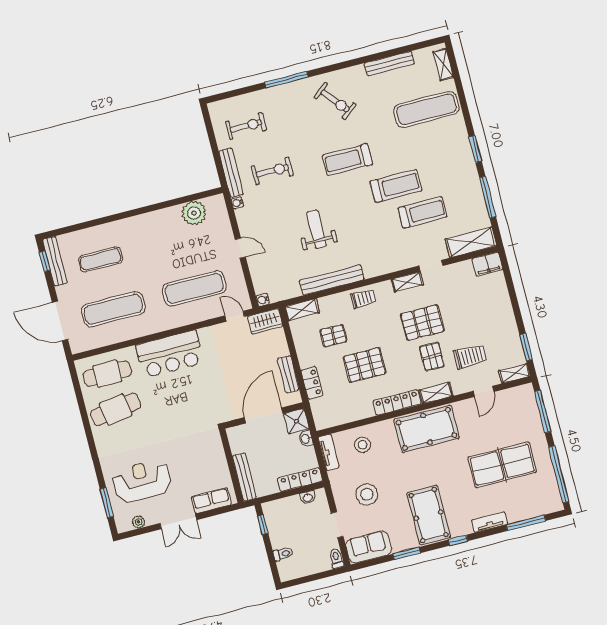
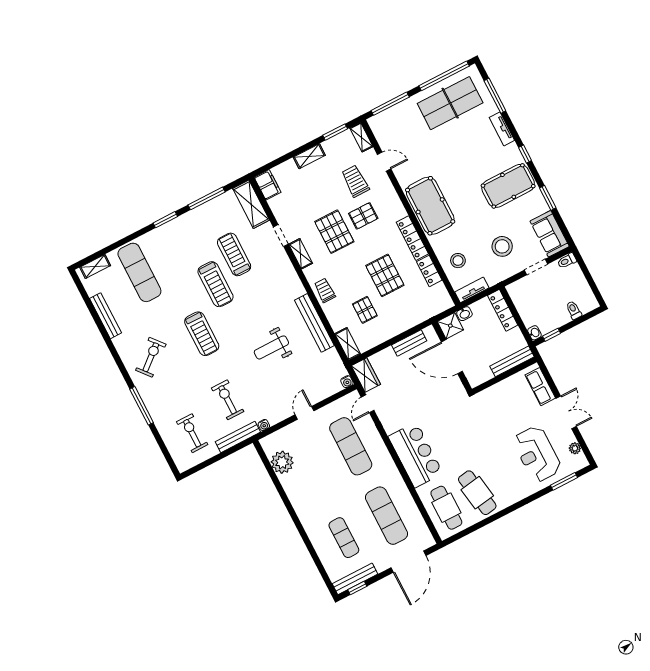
treadmill: (396, 186) -> (215, 284), turned 180
locker: (312, 383) -> (429, 271), moved, turned -90
shelving: (436, 393) -> (309, 156), moved, turned 90
table tennis table: (502, 465) -> (450, 103), moved, turned 90
washbasin: (308, 497) -> (534, 333), moved

